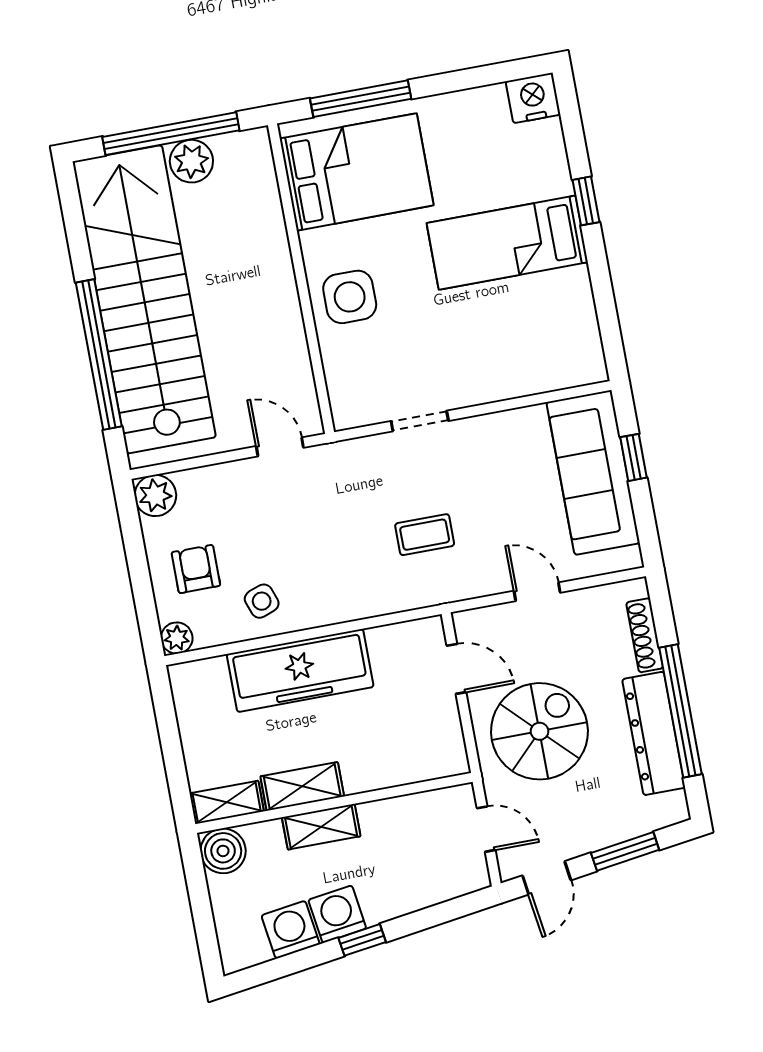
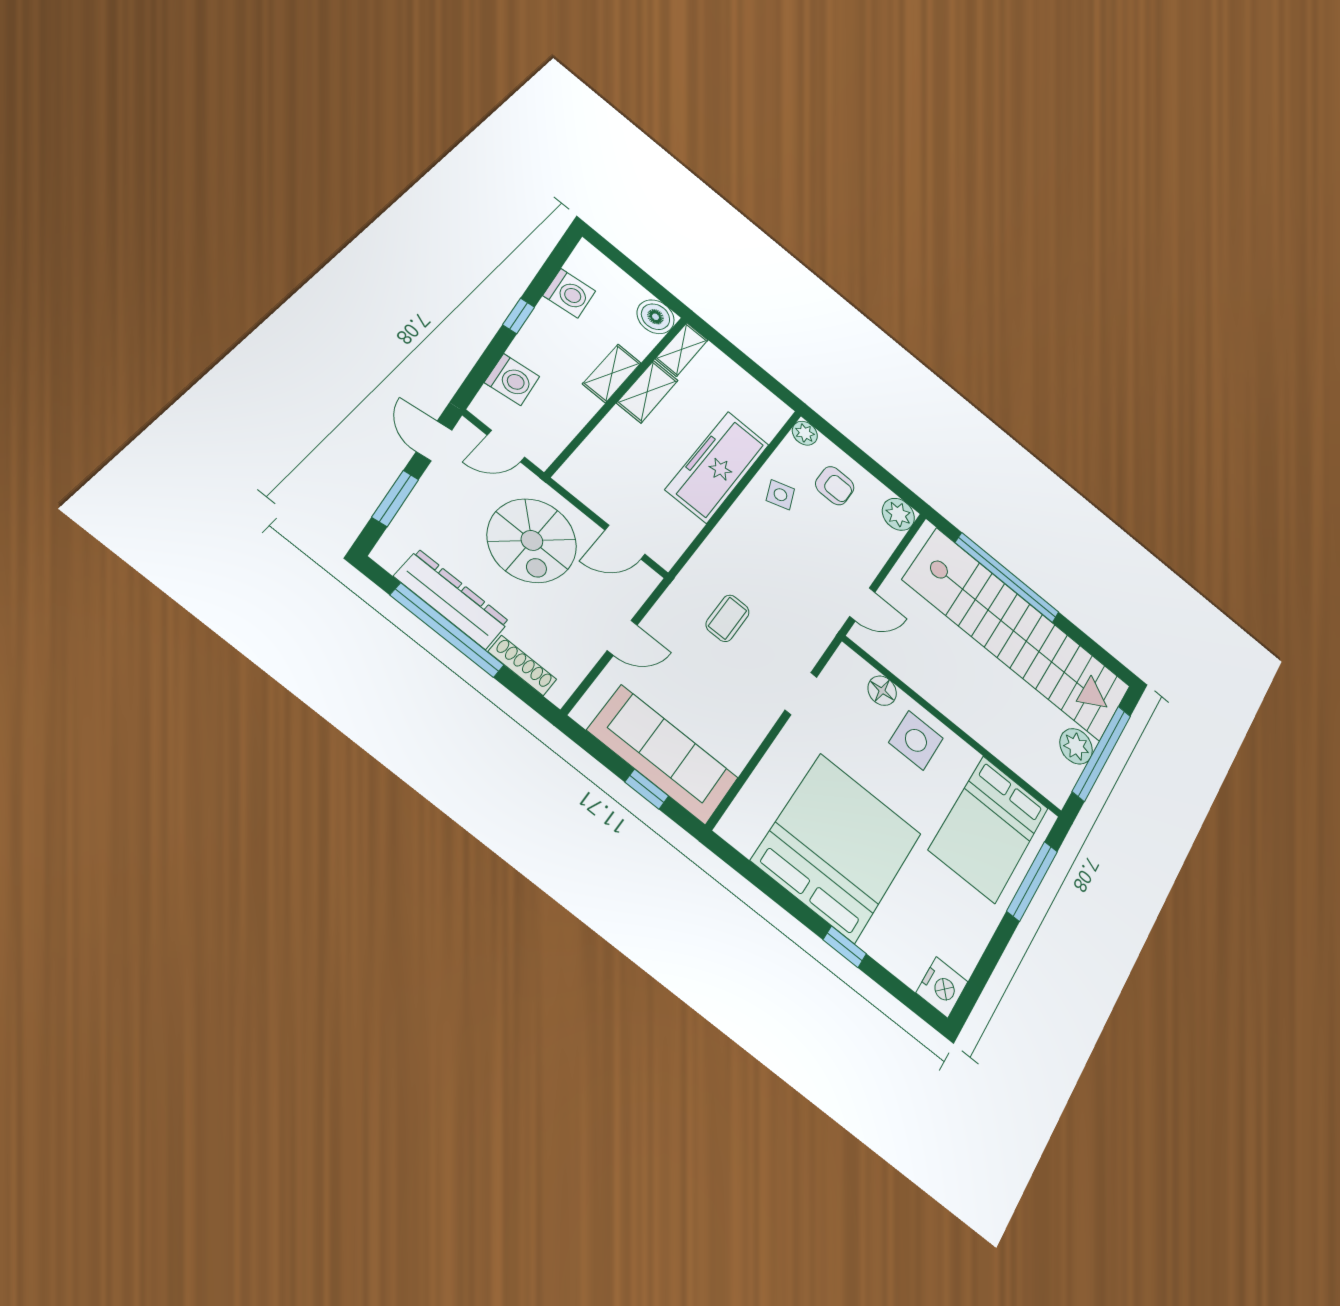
bed: (507, 243) -> (837, 847), width x2.04
floor lamp: (339, 362) -> (882, 691), added
washing machine: (337, 914) -> (512, 380), moved

